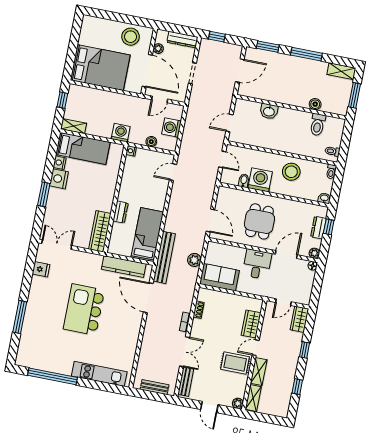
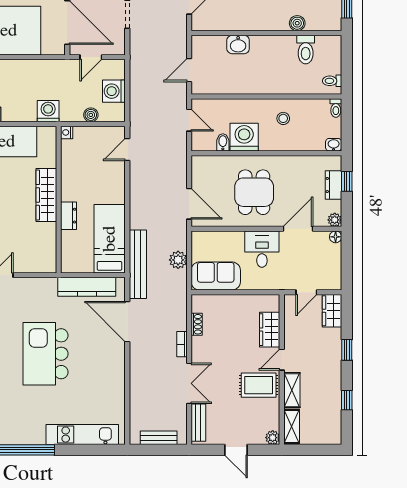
stool: (291, 172) -> (283, 118), width x0.53, depth x0.53
wardrobe: (100, 231) -> (46, 195), moved

